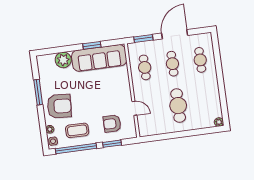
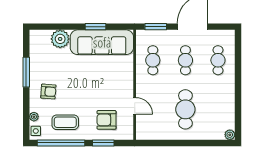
armchair: (59, 106) -> (48, 92), width x0.53, depth x0.53

